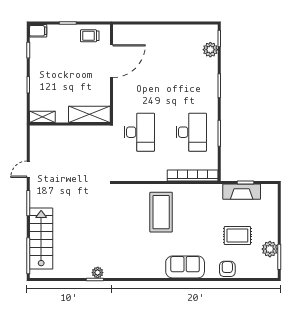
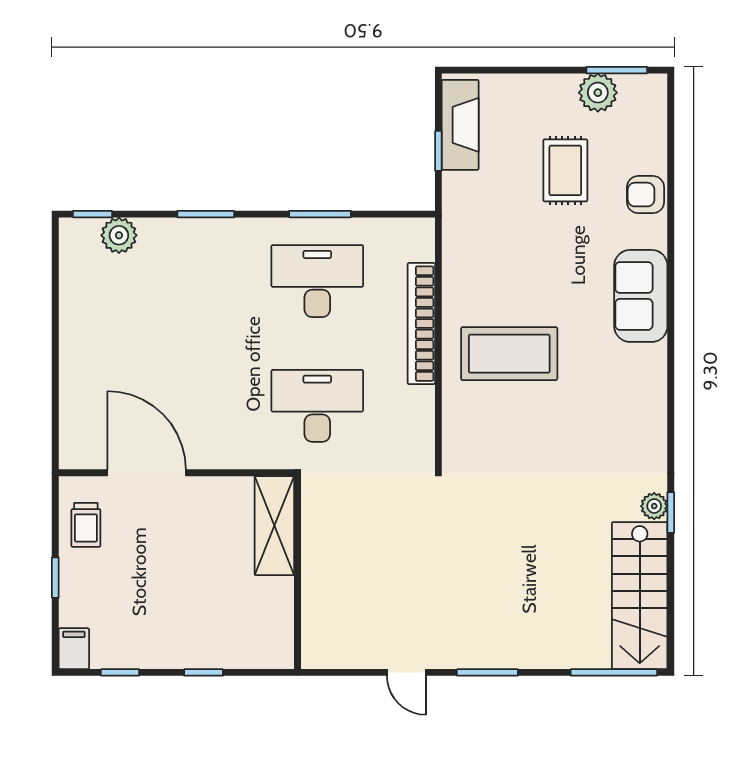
shelving: (42, 117) -> (280, 638), removed
bookcase: (193, 176) -> (421, 324), moved
fireplace: (242, 192) -> (460, 125), moved
stairs: (41, 239) -> (640, 596), moved, turned -90

